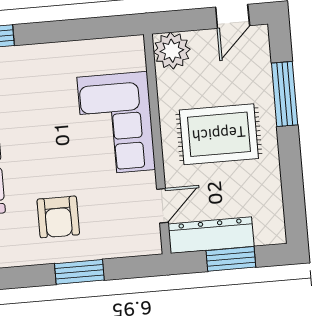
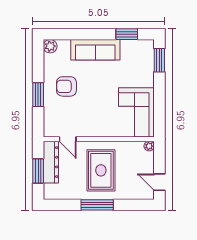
plant: (172, 51) -> (149, 146), width x0.53, depth x0.53
window: (285, 94) -> (97, 205), moved
corner sofa: (116, 123) -> (136, 112), moved, turned -90

